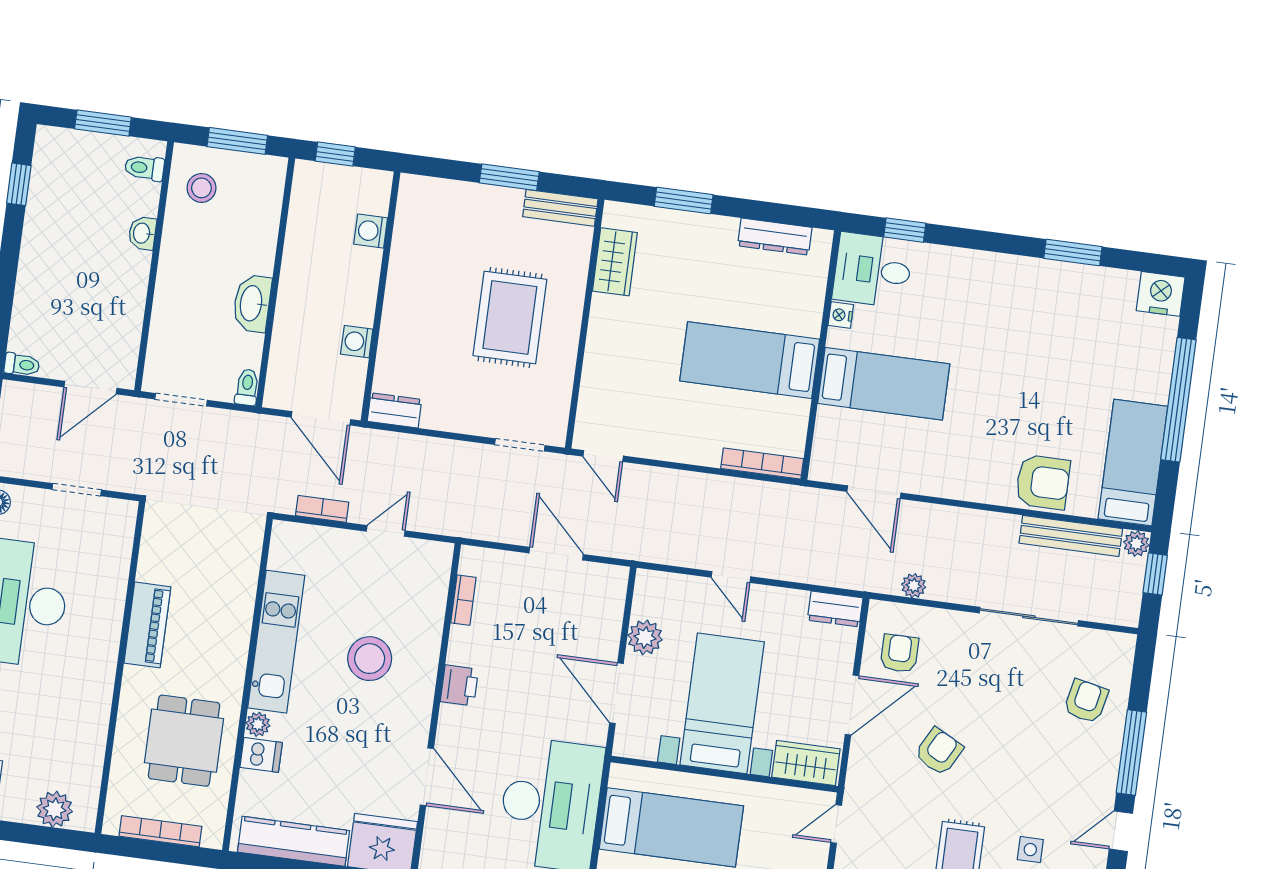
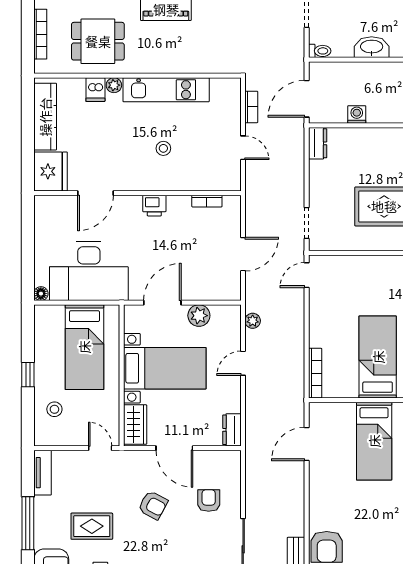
plant: (914, 586) -> (253, 321), moved
armchair: (899, 653) -> (209, 500), moved, turned -90
stool: (370, 659) -> (163, 148), width x0.53, depth x0.53

